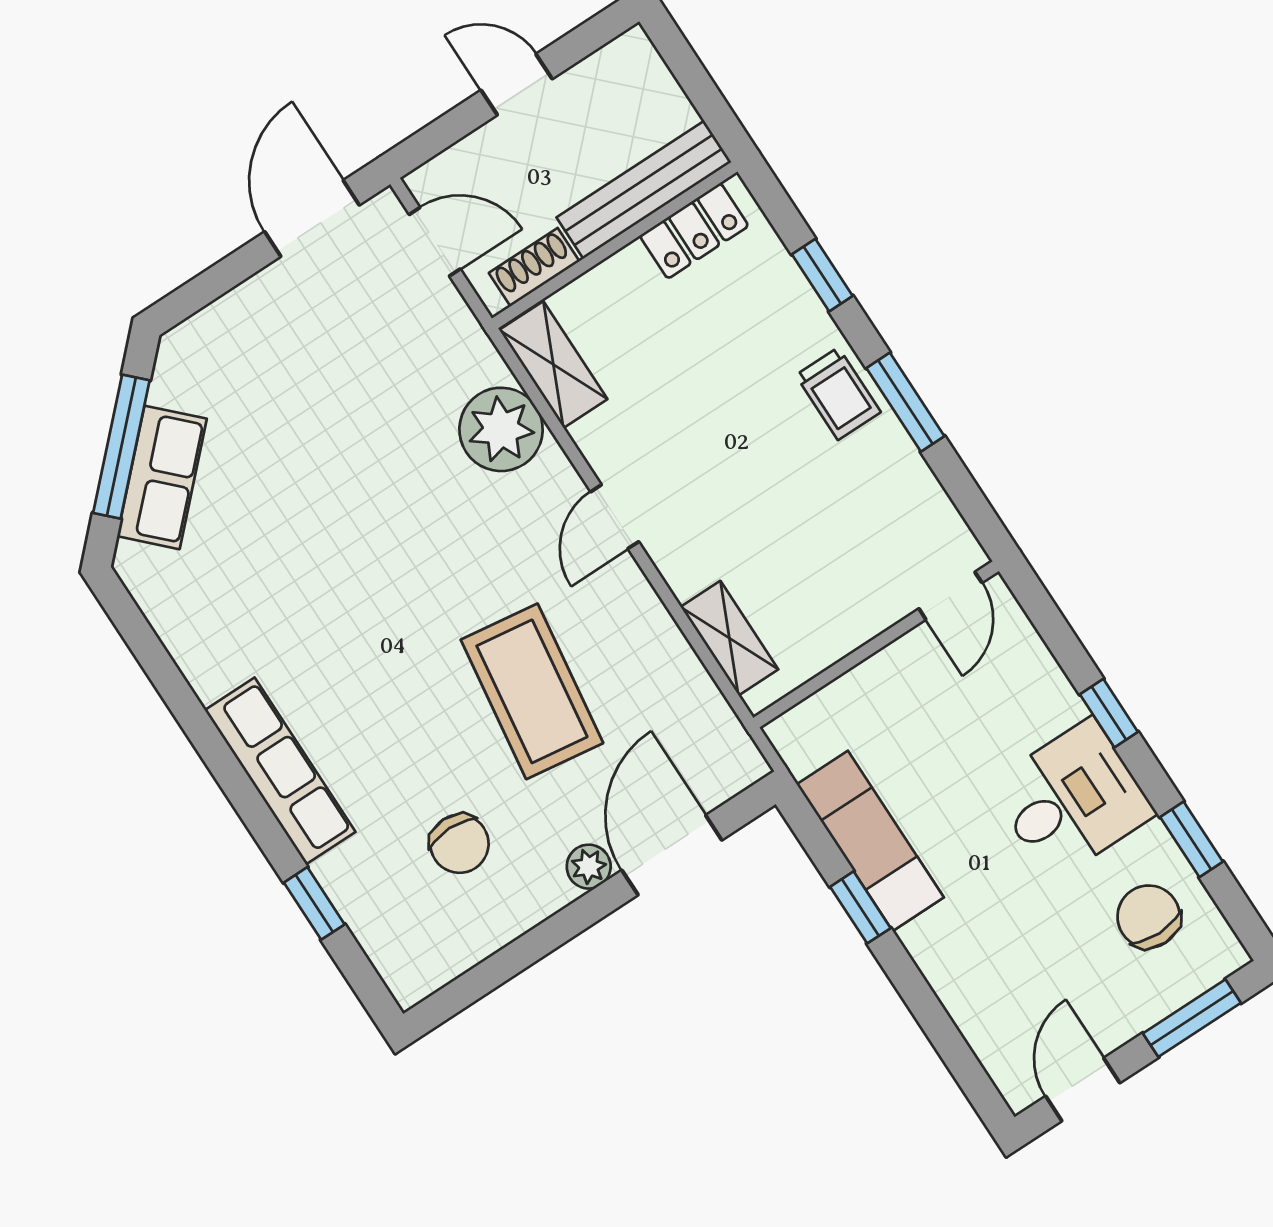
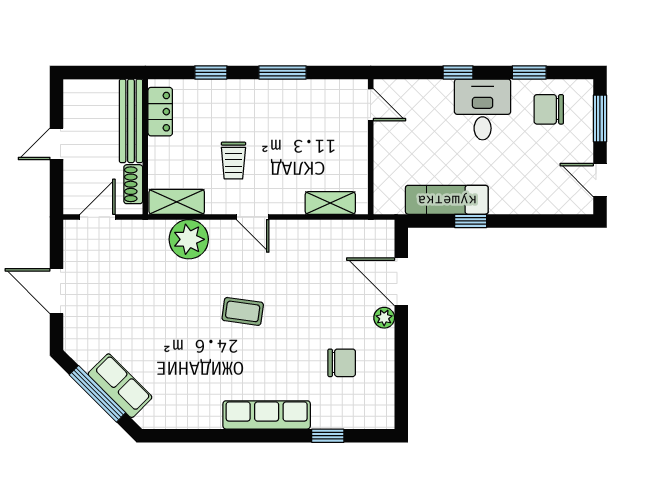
door: (312, 218) -> (57, 291), moved
trolley: (838, 394) -> (233, 161), moved, turned 90
coffee table: (532, 691) -> (243, 311), moved, width x0.54, depth x0.58

